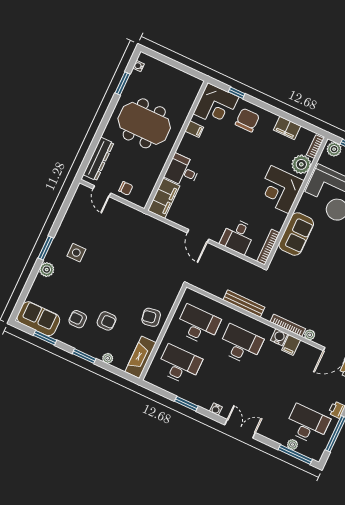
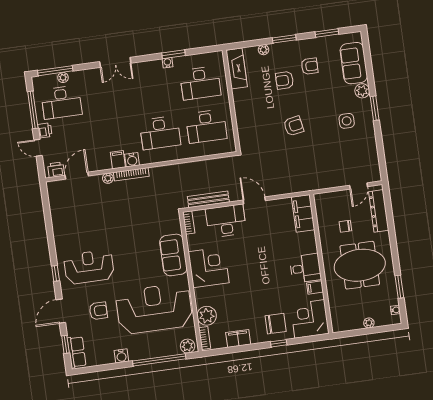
plant: (168, 70) -> (369, 323), added
window: (237, 93) -> (279, 343), moved
chair: (247, 120) -> (276, 324), turned -90
desk: (182, 171) -> (305, 268), moved
chair: (126, 188) -> (345, 226), moved
corner desk: (280, 190) -> (209, 267), moved
door: (102, 191) -> (359, 186), swing flipped
desk: (238, 236) -> (226, 221), width x1.37
bookcase: (268, 247) -> (189, 223), width x0.64
bench: (244, 304) -> (208, 199), moved
armchair: (151, 317) -> (294, 126), moved
sofa: (38, 319) -> (354, 63), moved, turned 90
water cooler: (216, 409) -> (167, 63), moved

